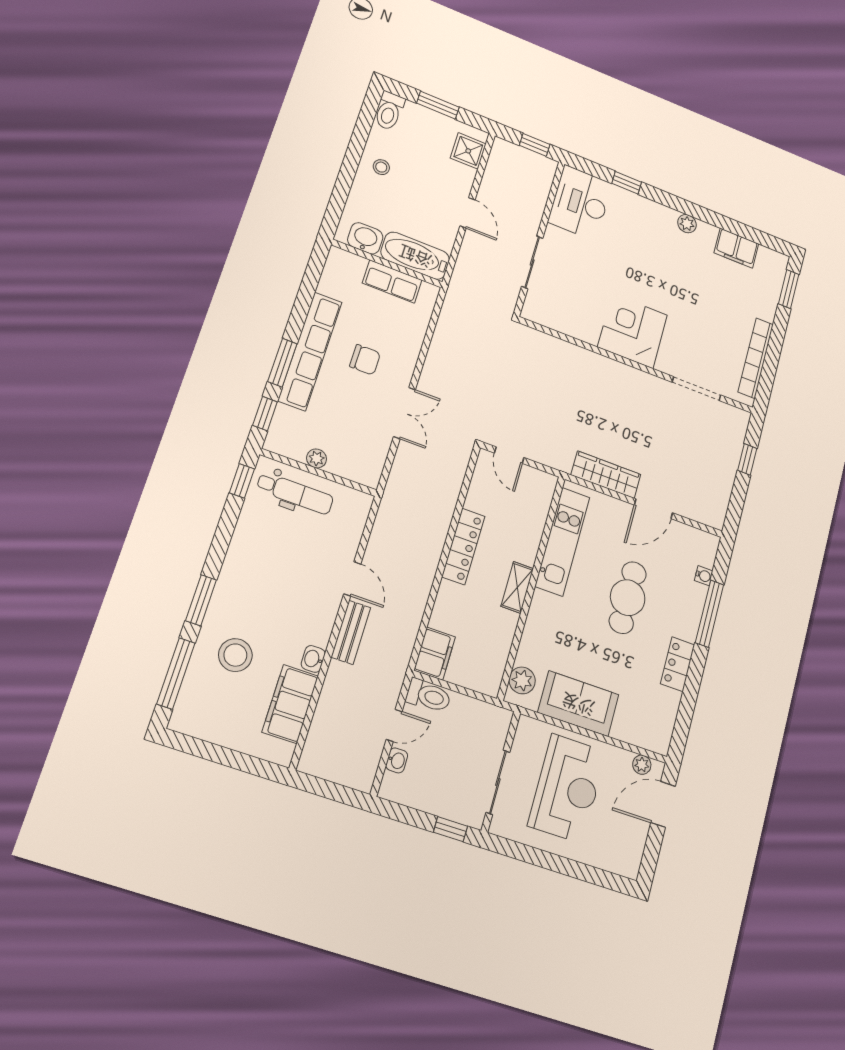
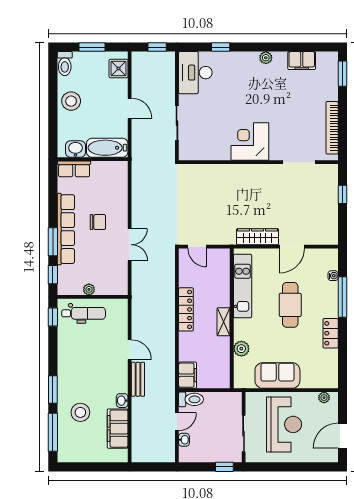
stool: (381, 167) -> (71, 101), width x1.89, depth x1.89
row of seats: (392, 282) -> (74, 169), moved
plant: (522, 680) -> (241, 349), moved
door: (663, 804) -> (342, 436), moved

